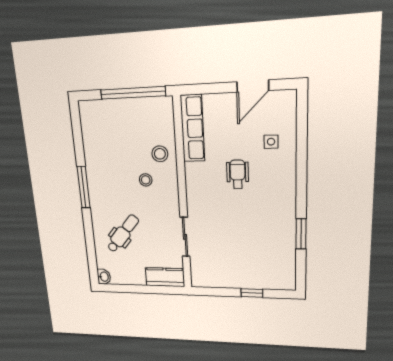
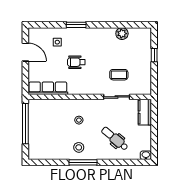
stool: (160, 154) -> (79, 147), moved
window: (301, 234) -> (76, 25), moved
coffee table: (220, 241) -> (119, 75), added
plant: (286, 246) -> (122, 34), added

